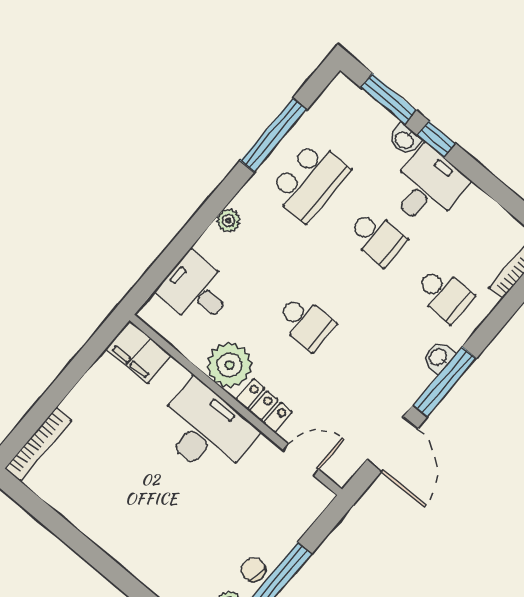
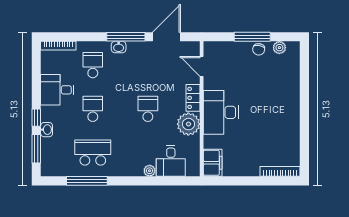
desk: (427, 187) -> (57, 90), moved
plant: (228, 221) -> (150, 171), moved

